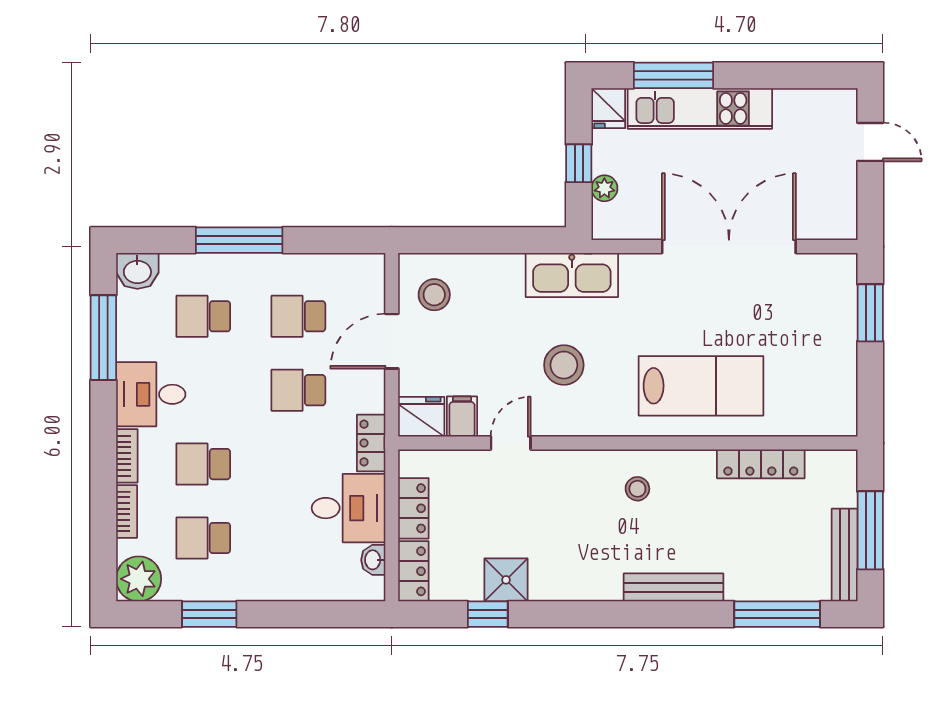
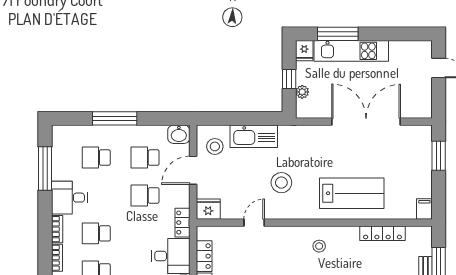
washbasin: (137, 271) -> (179, 134), moved
kitchen sink: (572, 275) -> (254, 136), moved
filing cabinet: (462, 416) -> (424, 209), moved

